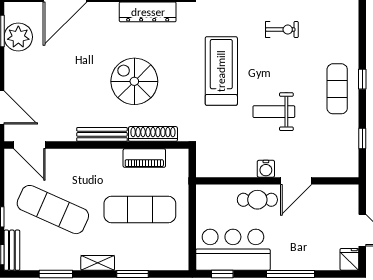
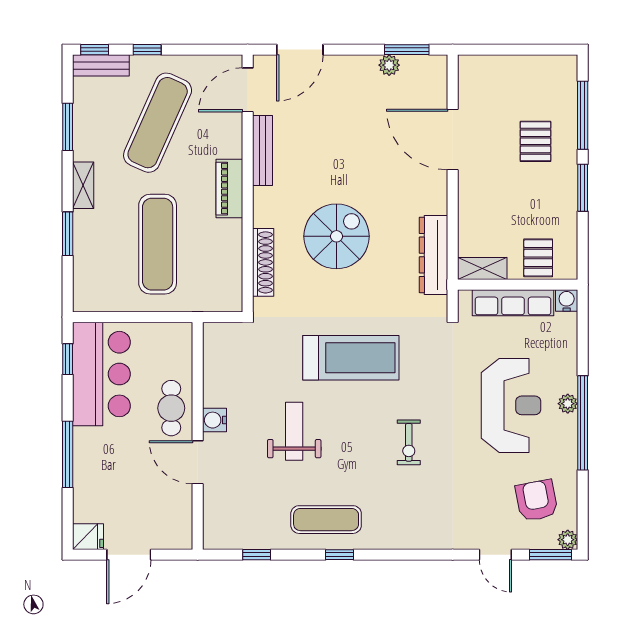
plant: (18, 37) -> (389, 65), width x0.53, depth x0.53
bench: (102, 134) -> (262, 150), moved
piano: (144, 158) -> (229, 189), moved

